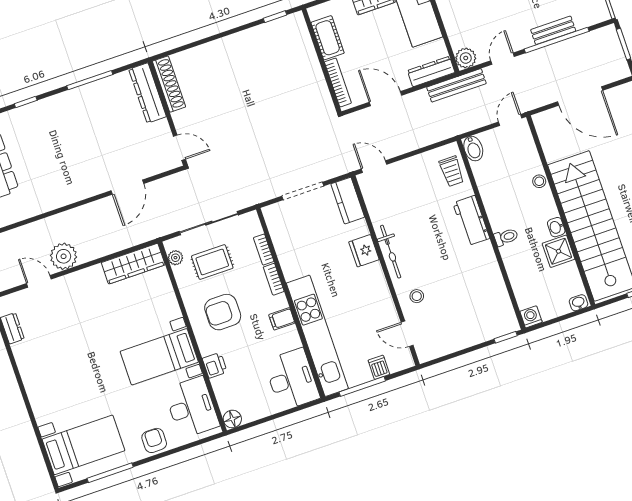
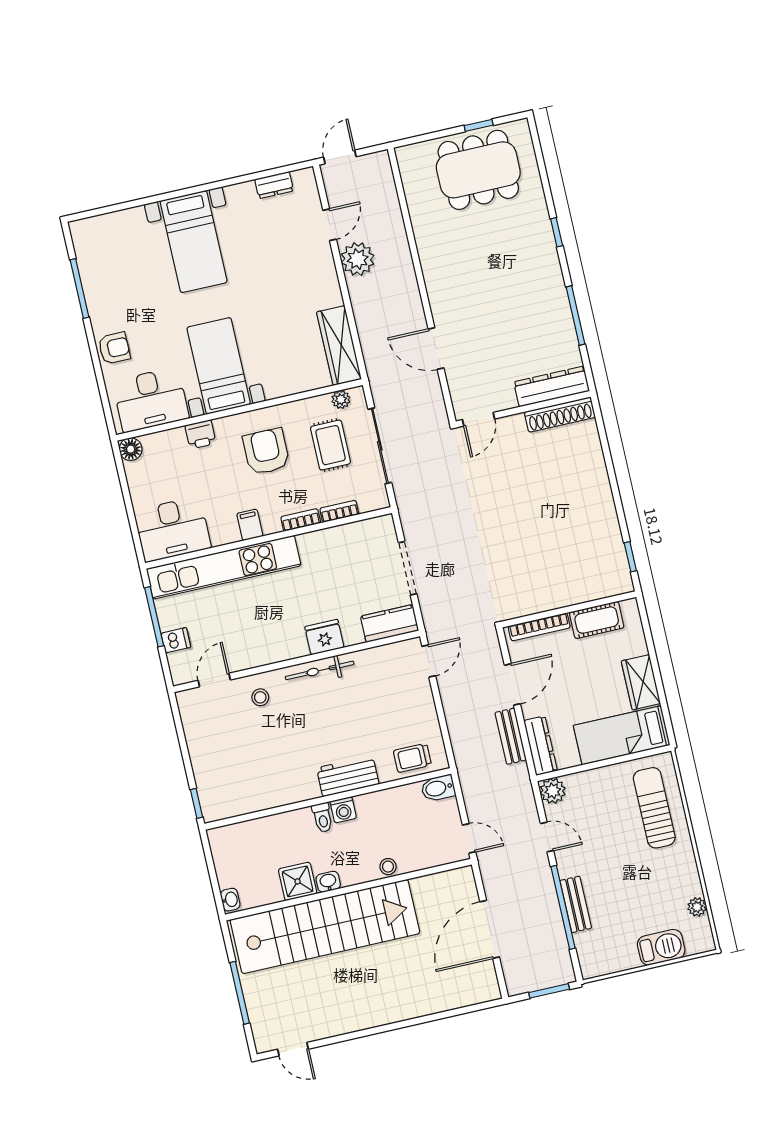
bench: (456, 85) -> (511, 736), moved, width x0.73
washing machine: (531, 317) -> (343, 810), moved, turned 90
bed with nightstands: (83, 445) -> (194, 242), moved

